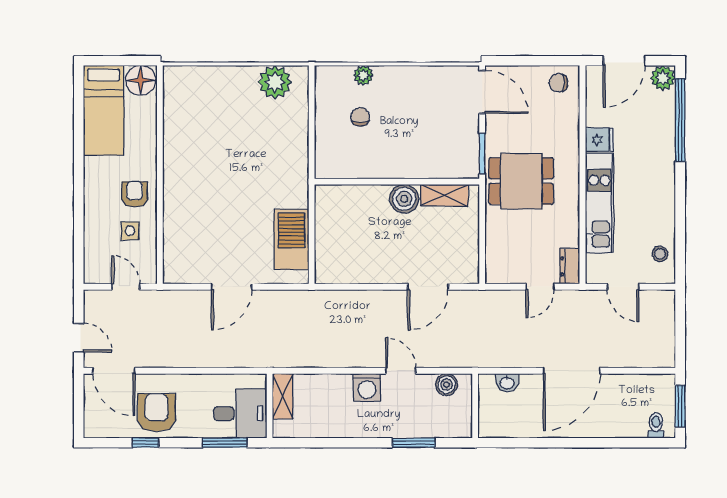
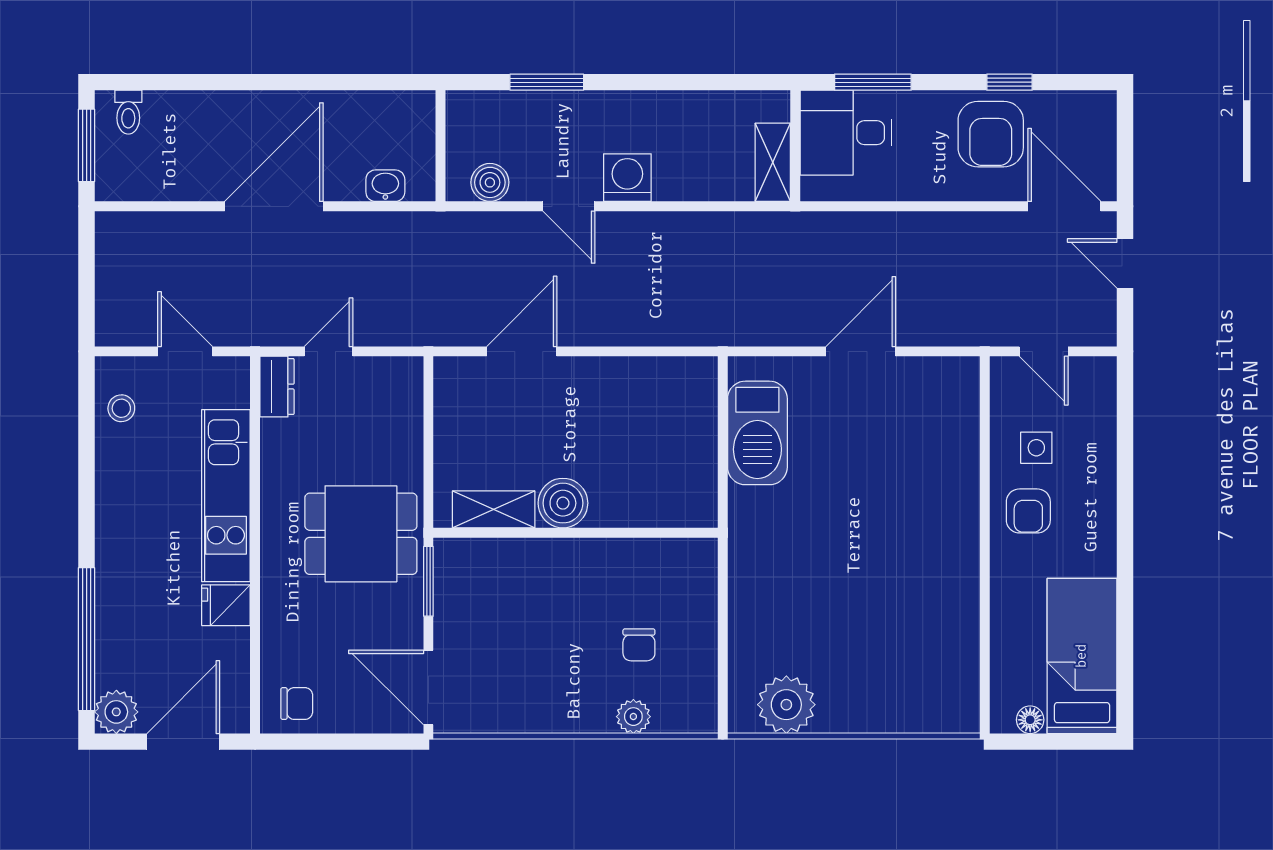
floor lamp: (141, 80) -> (1030, 720), width x0.53, depth x0.53

